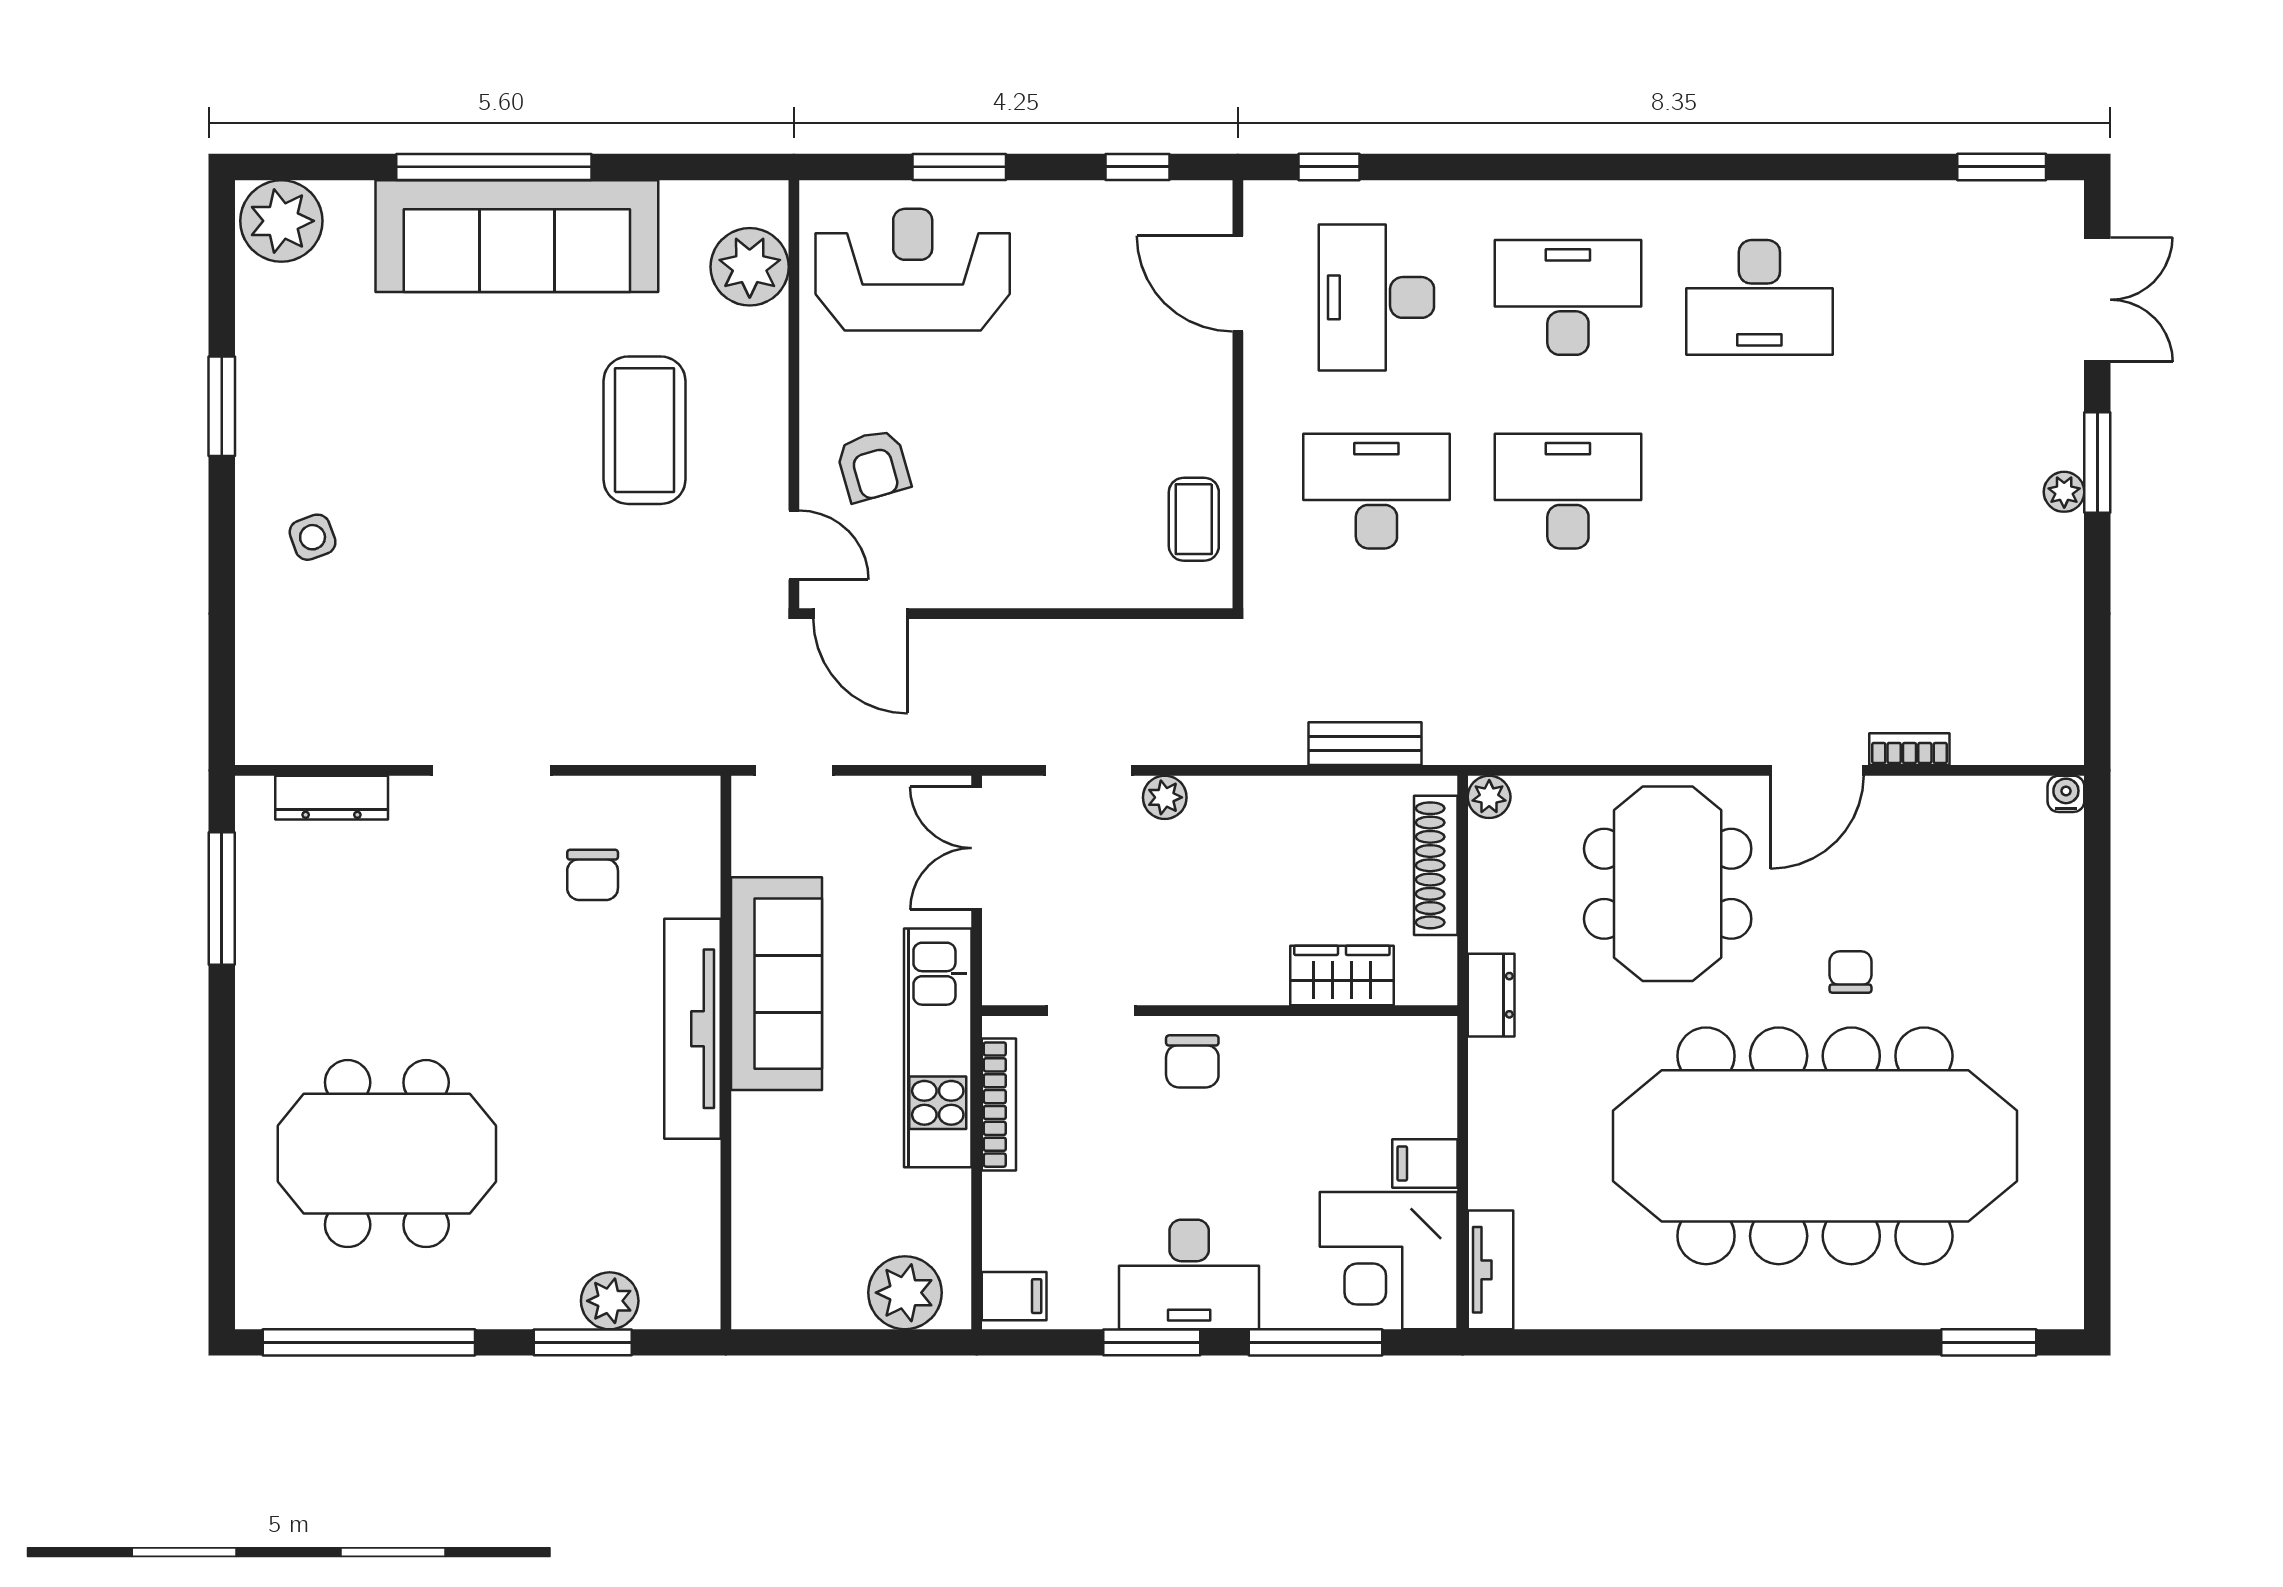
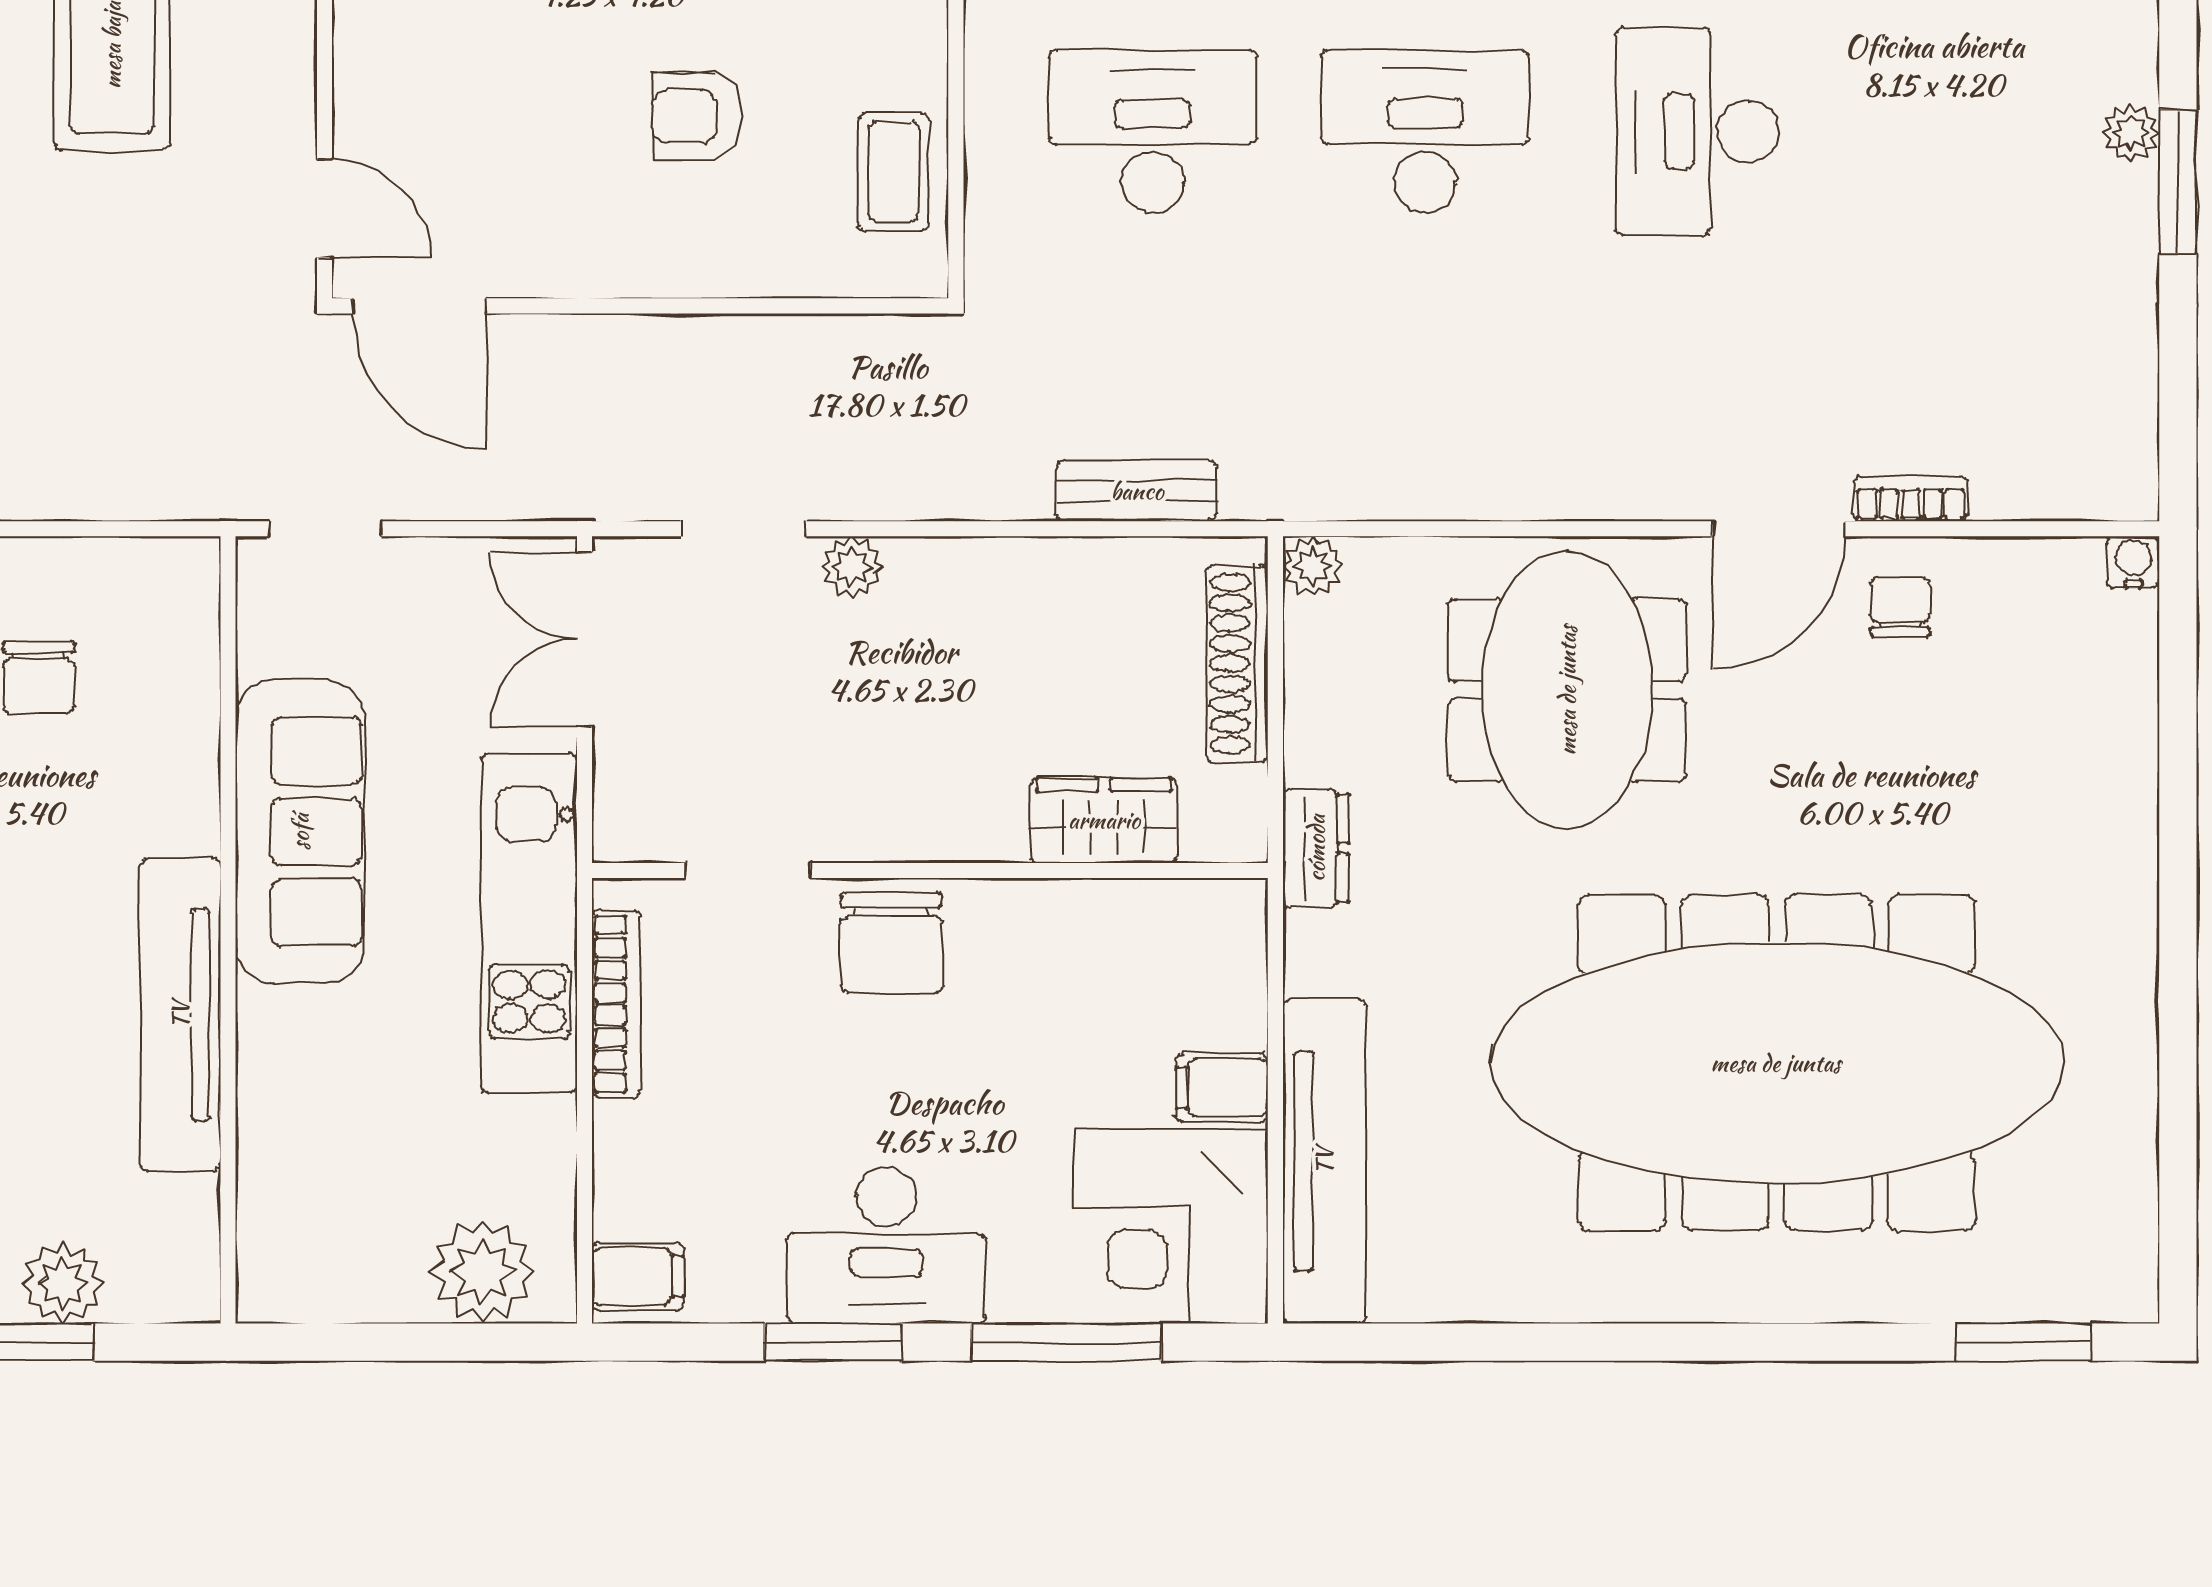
window: (2097, 463) -> (2178, 182), moved
armchair: (873, 465) -> (697, 116), moved, turned 106
desk: (1759, 491) -> (1697, 132), added
chair: (1850, 972) -> (1900, 607), moved
tv unit: (692, 1029) -> (180, 1015), moved
chair: (1192, 1061) -> (891, 943), width x1.37, depth x1.37
tv unit: (1490, 1270) -> (1324, 1161), width x1.92, depth x1.29

